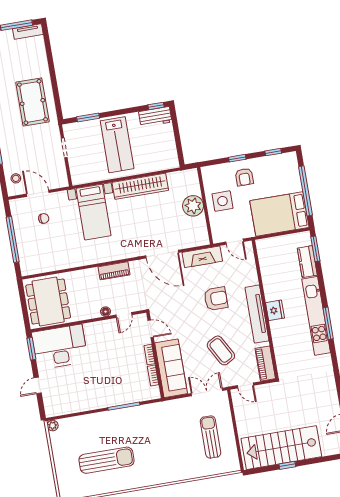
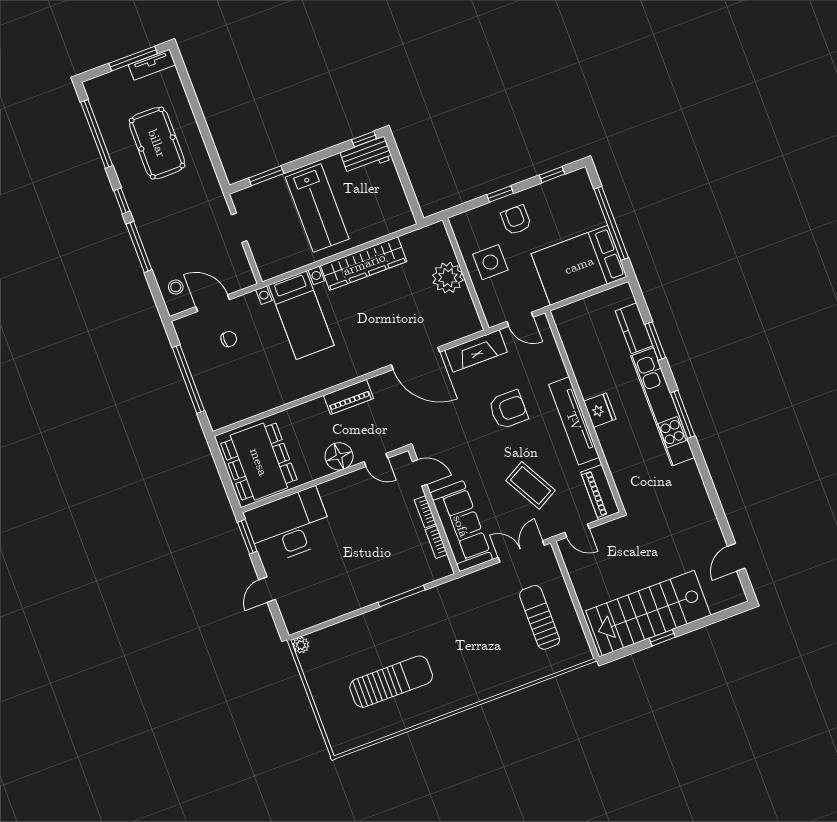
pool table: (32, 102) -> (157, 143), moved
armchair: (244, 177) -> (516, 220), turned 180
window: (315, 249) -> (655, 341), moved
floor lamp: (106, 312) -> (339, 456), width x1.89, depth x1.89
door: (124, 315) -> (376, 460), hinge flipped

